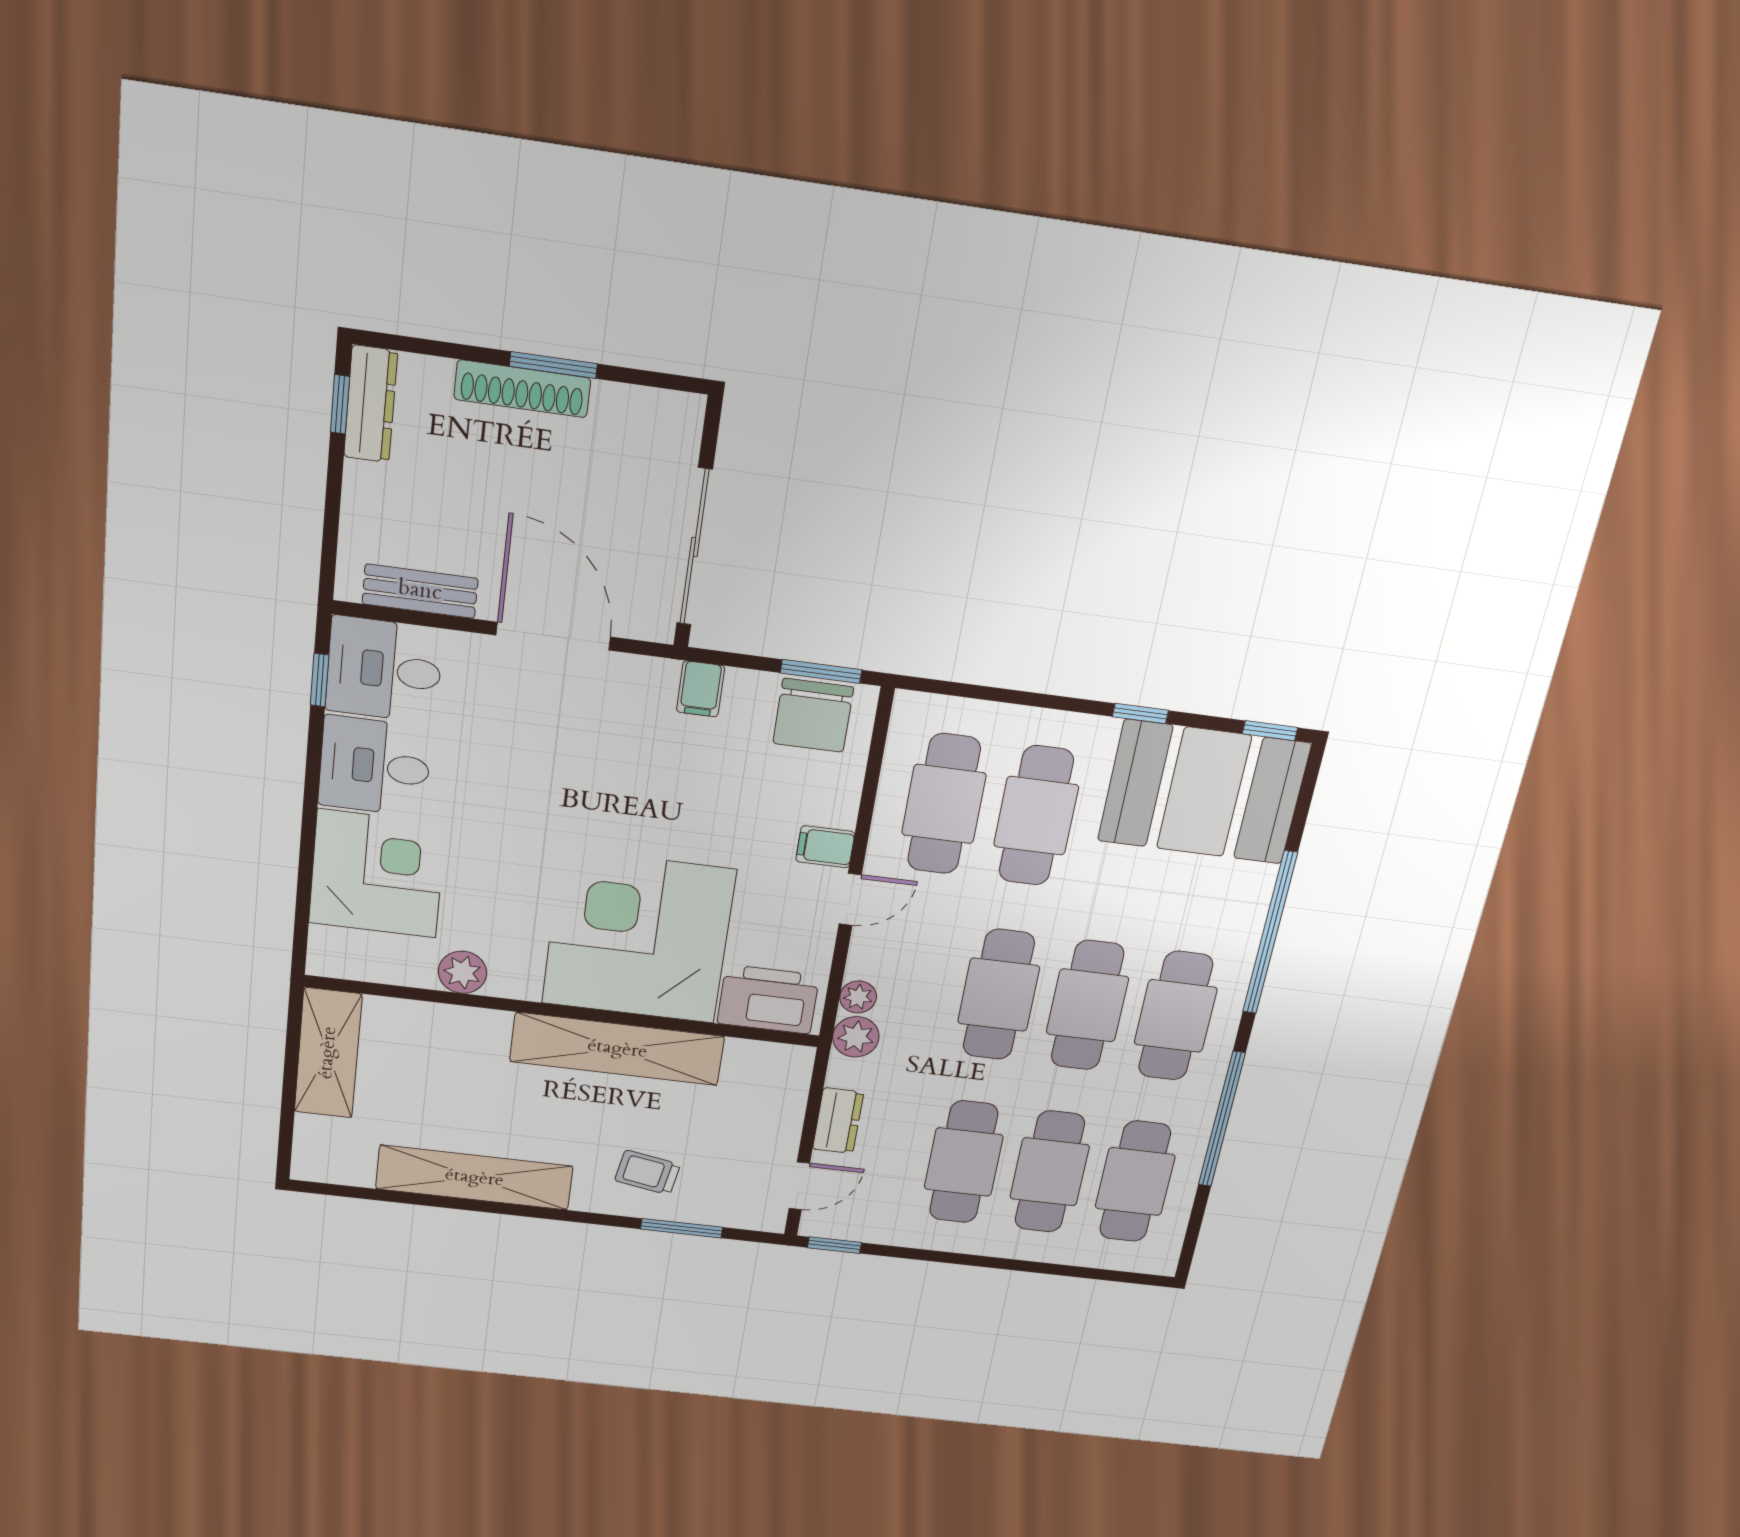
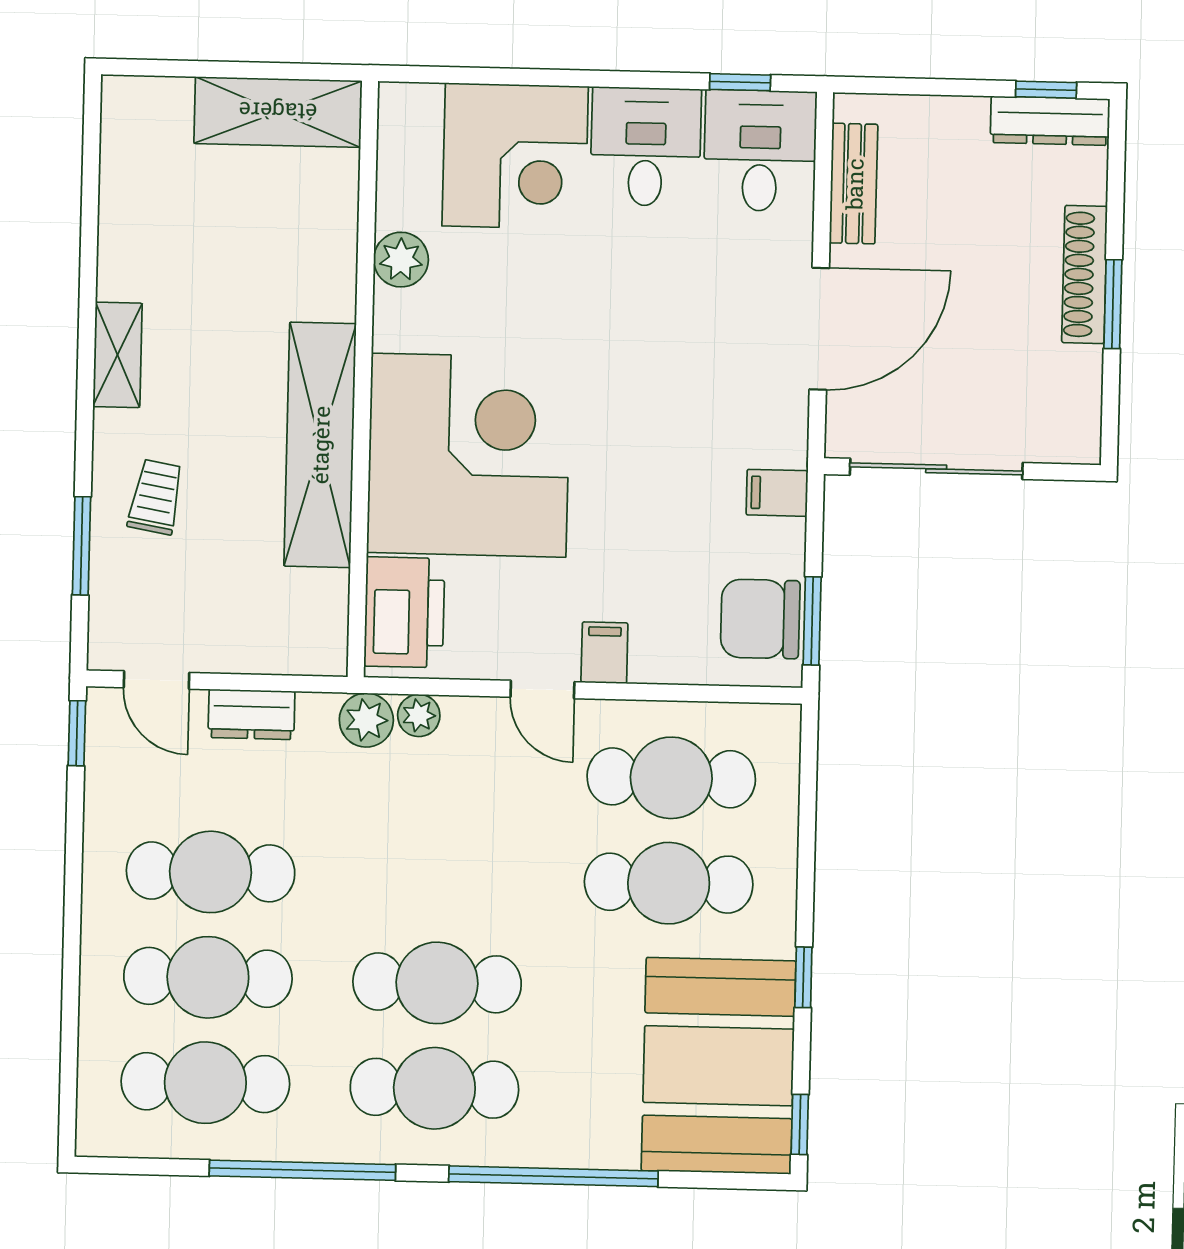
cafe table: (999, 995) -> (440, 878), removed
shelving: (474, 1178) -> (117, 355), width x0.45, depth x0.75

